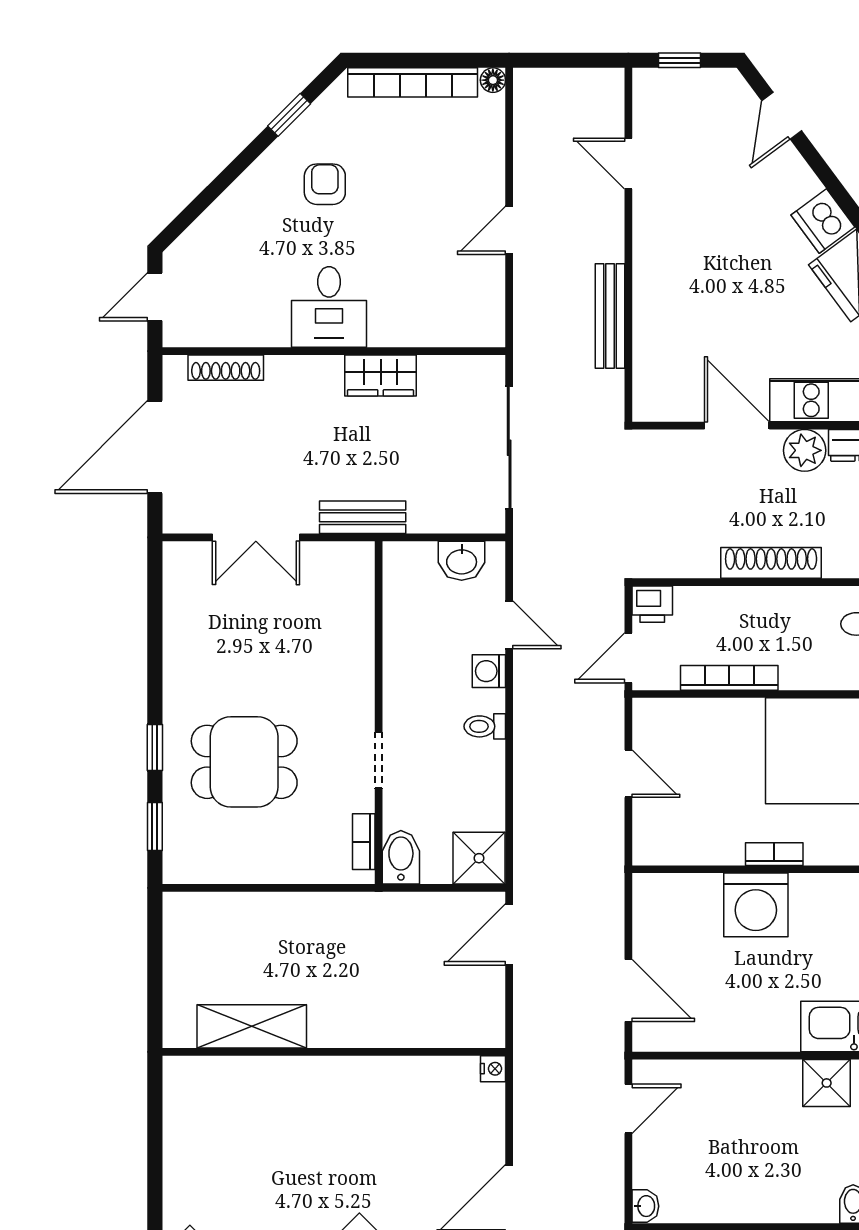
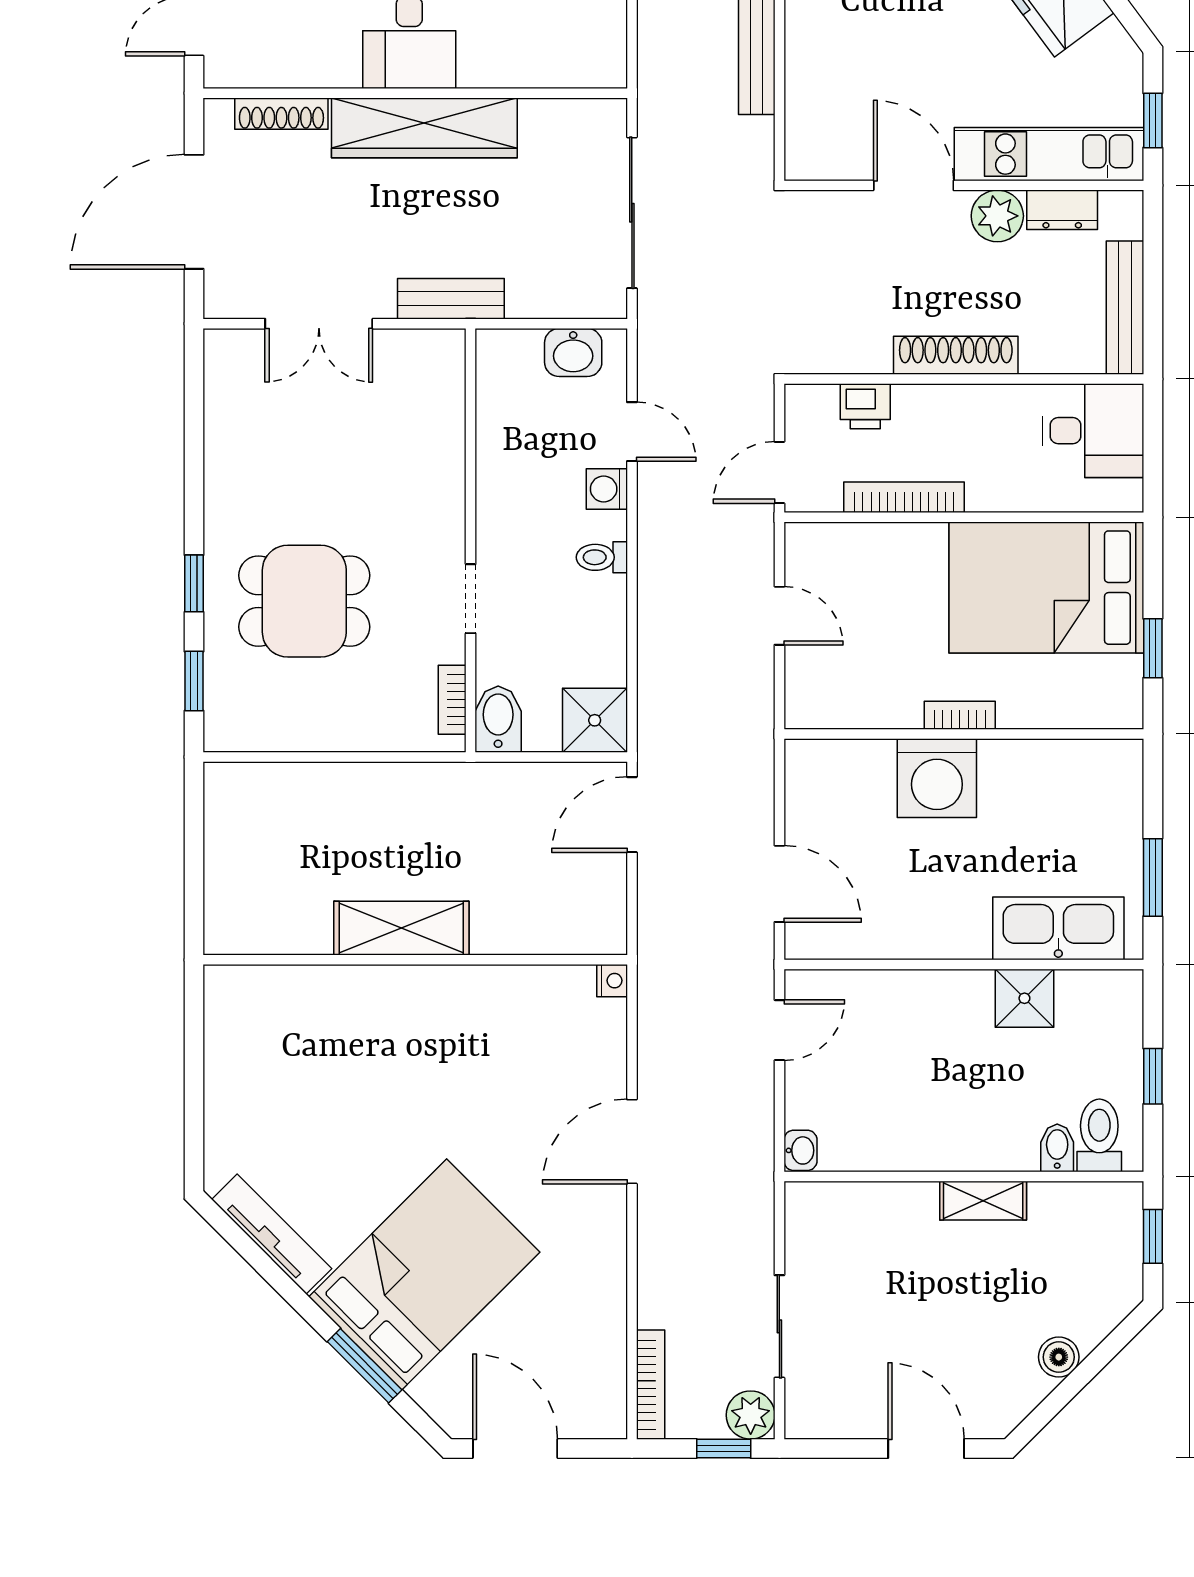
wardrobe: (381, 375) -> (424, 128), width x2.10, depth x1.17
printer: (652, 604) -> (865, 406), moved
shelving: (252, 1026) -> (401, 928), moved

